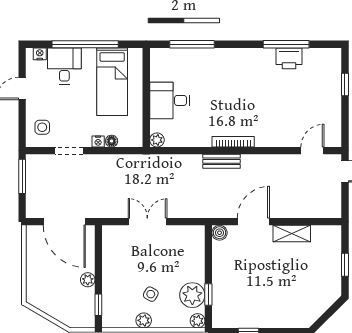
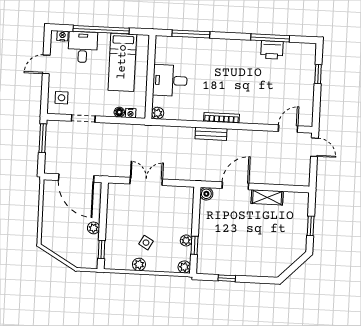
nightstand: (98, 141) -> (131, 113), moved
plant: (192, 295) -> (186, 240), width x0.53, depth x0.53

